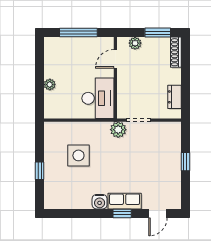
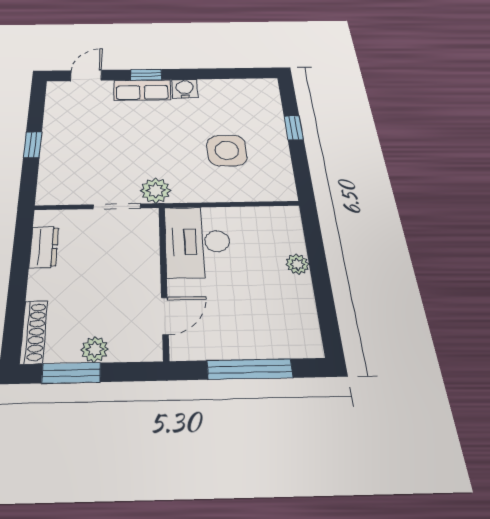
plant: (135, 43) -> (95, 349), moved

